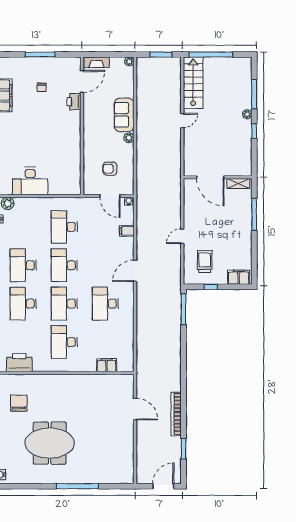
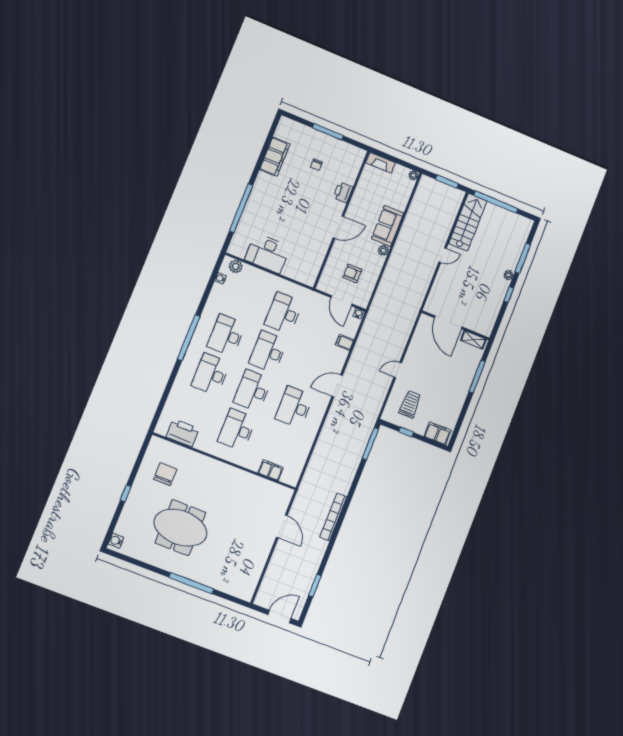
door: (82, 81) -> (338, 227), moved
bookcase: (176, 414) -> (333, 517), moved

